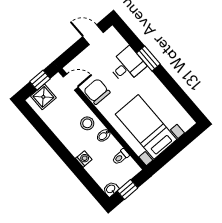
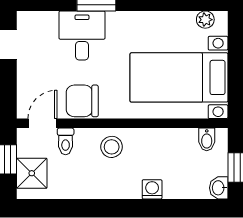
plant: (183, 116) -> (205, 20), added
bidet: (104, 135) -> (207, 139), moved
toilet: (121, 157) -> (66, 141), moved

